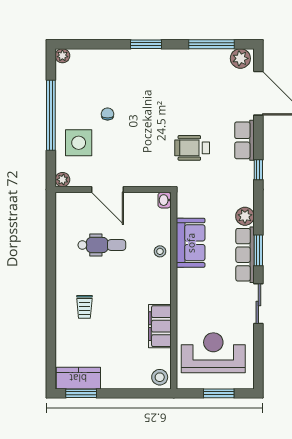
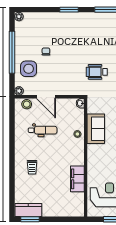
stool: (160, 377) -> (27, 104), moved

